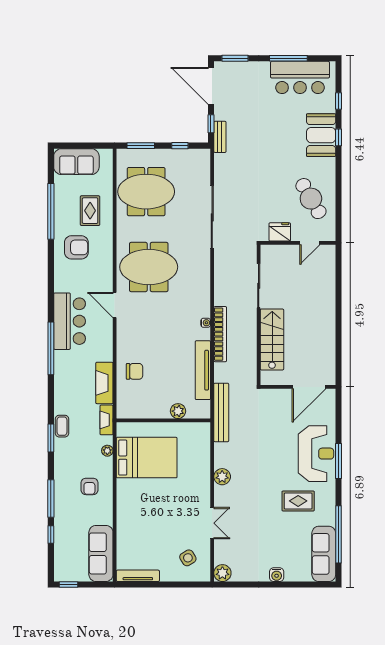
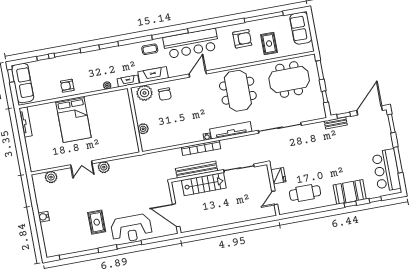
meeting table: (146, 192) -> (289, 79), turned 90
cafe table: (311, 199) -> (305, 193), turned 30
rug: (90, 211) -> (269, 44), turned 90
door: (310, 243) -> (275, 198), hinge flipped
armchair: (76, 247) -> (242, 39), turned -90
door: (115, 305) -> (198, 74), moved
bar counter: (70, 321) -> (191, 43), width x1.36
tv unit: (203, 370) -> (231, 130), moved
plant: (128, 400) -> (145, 93), added
bench: (221, 412) -> (197, 170), moved
coffee table: (62, 426) -> (150, 49), moved
bed: (147, 458) -> (73, 119), moved
armchair: (89, 486) -> (67, 86), moved
double door: (212, 523) -> (81, 164), moved
sofa: (101, 553) -> (23, 83), moved, turned 90
sofa: (324, 554) -> (64, 246), removed
side table: (188, 558) -> (44, 154), removed
plant: (222, 573) -> (51, 177), moved

